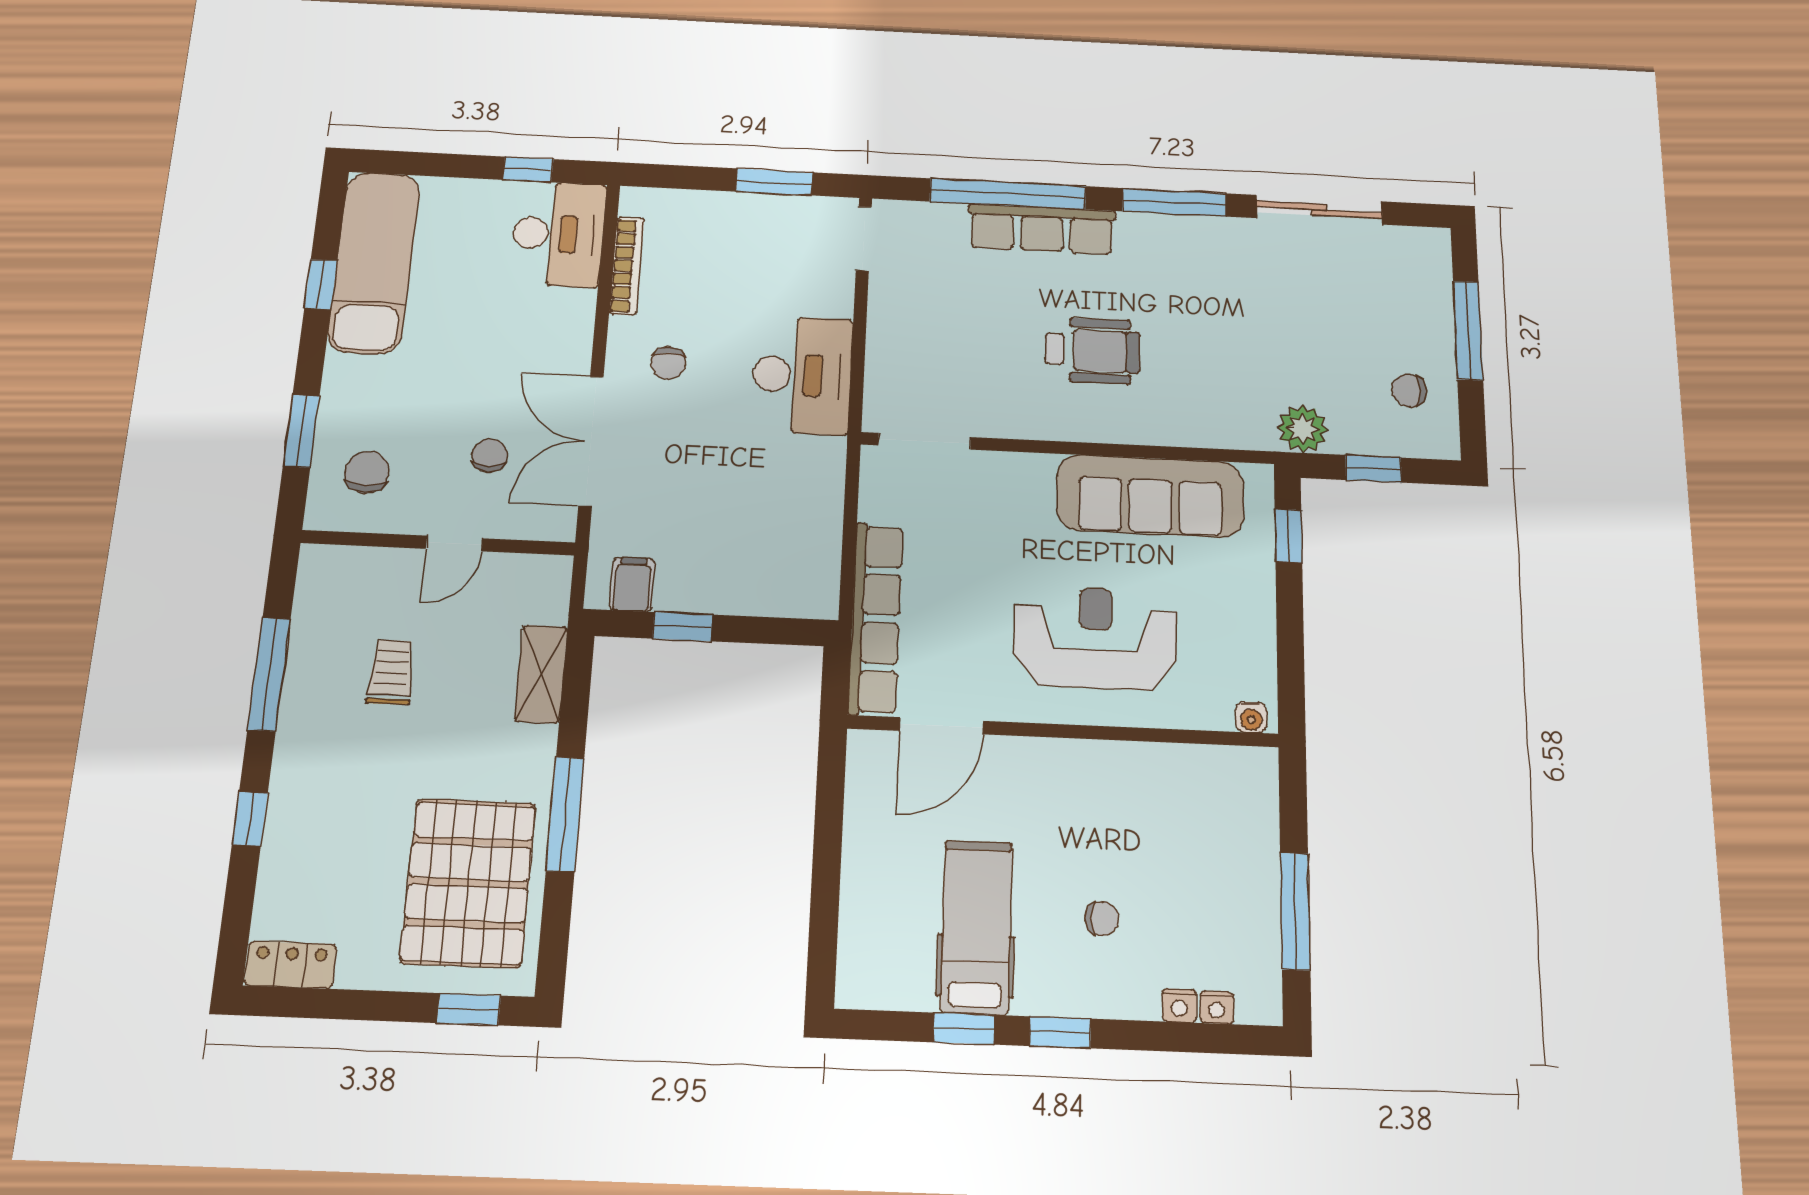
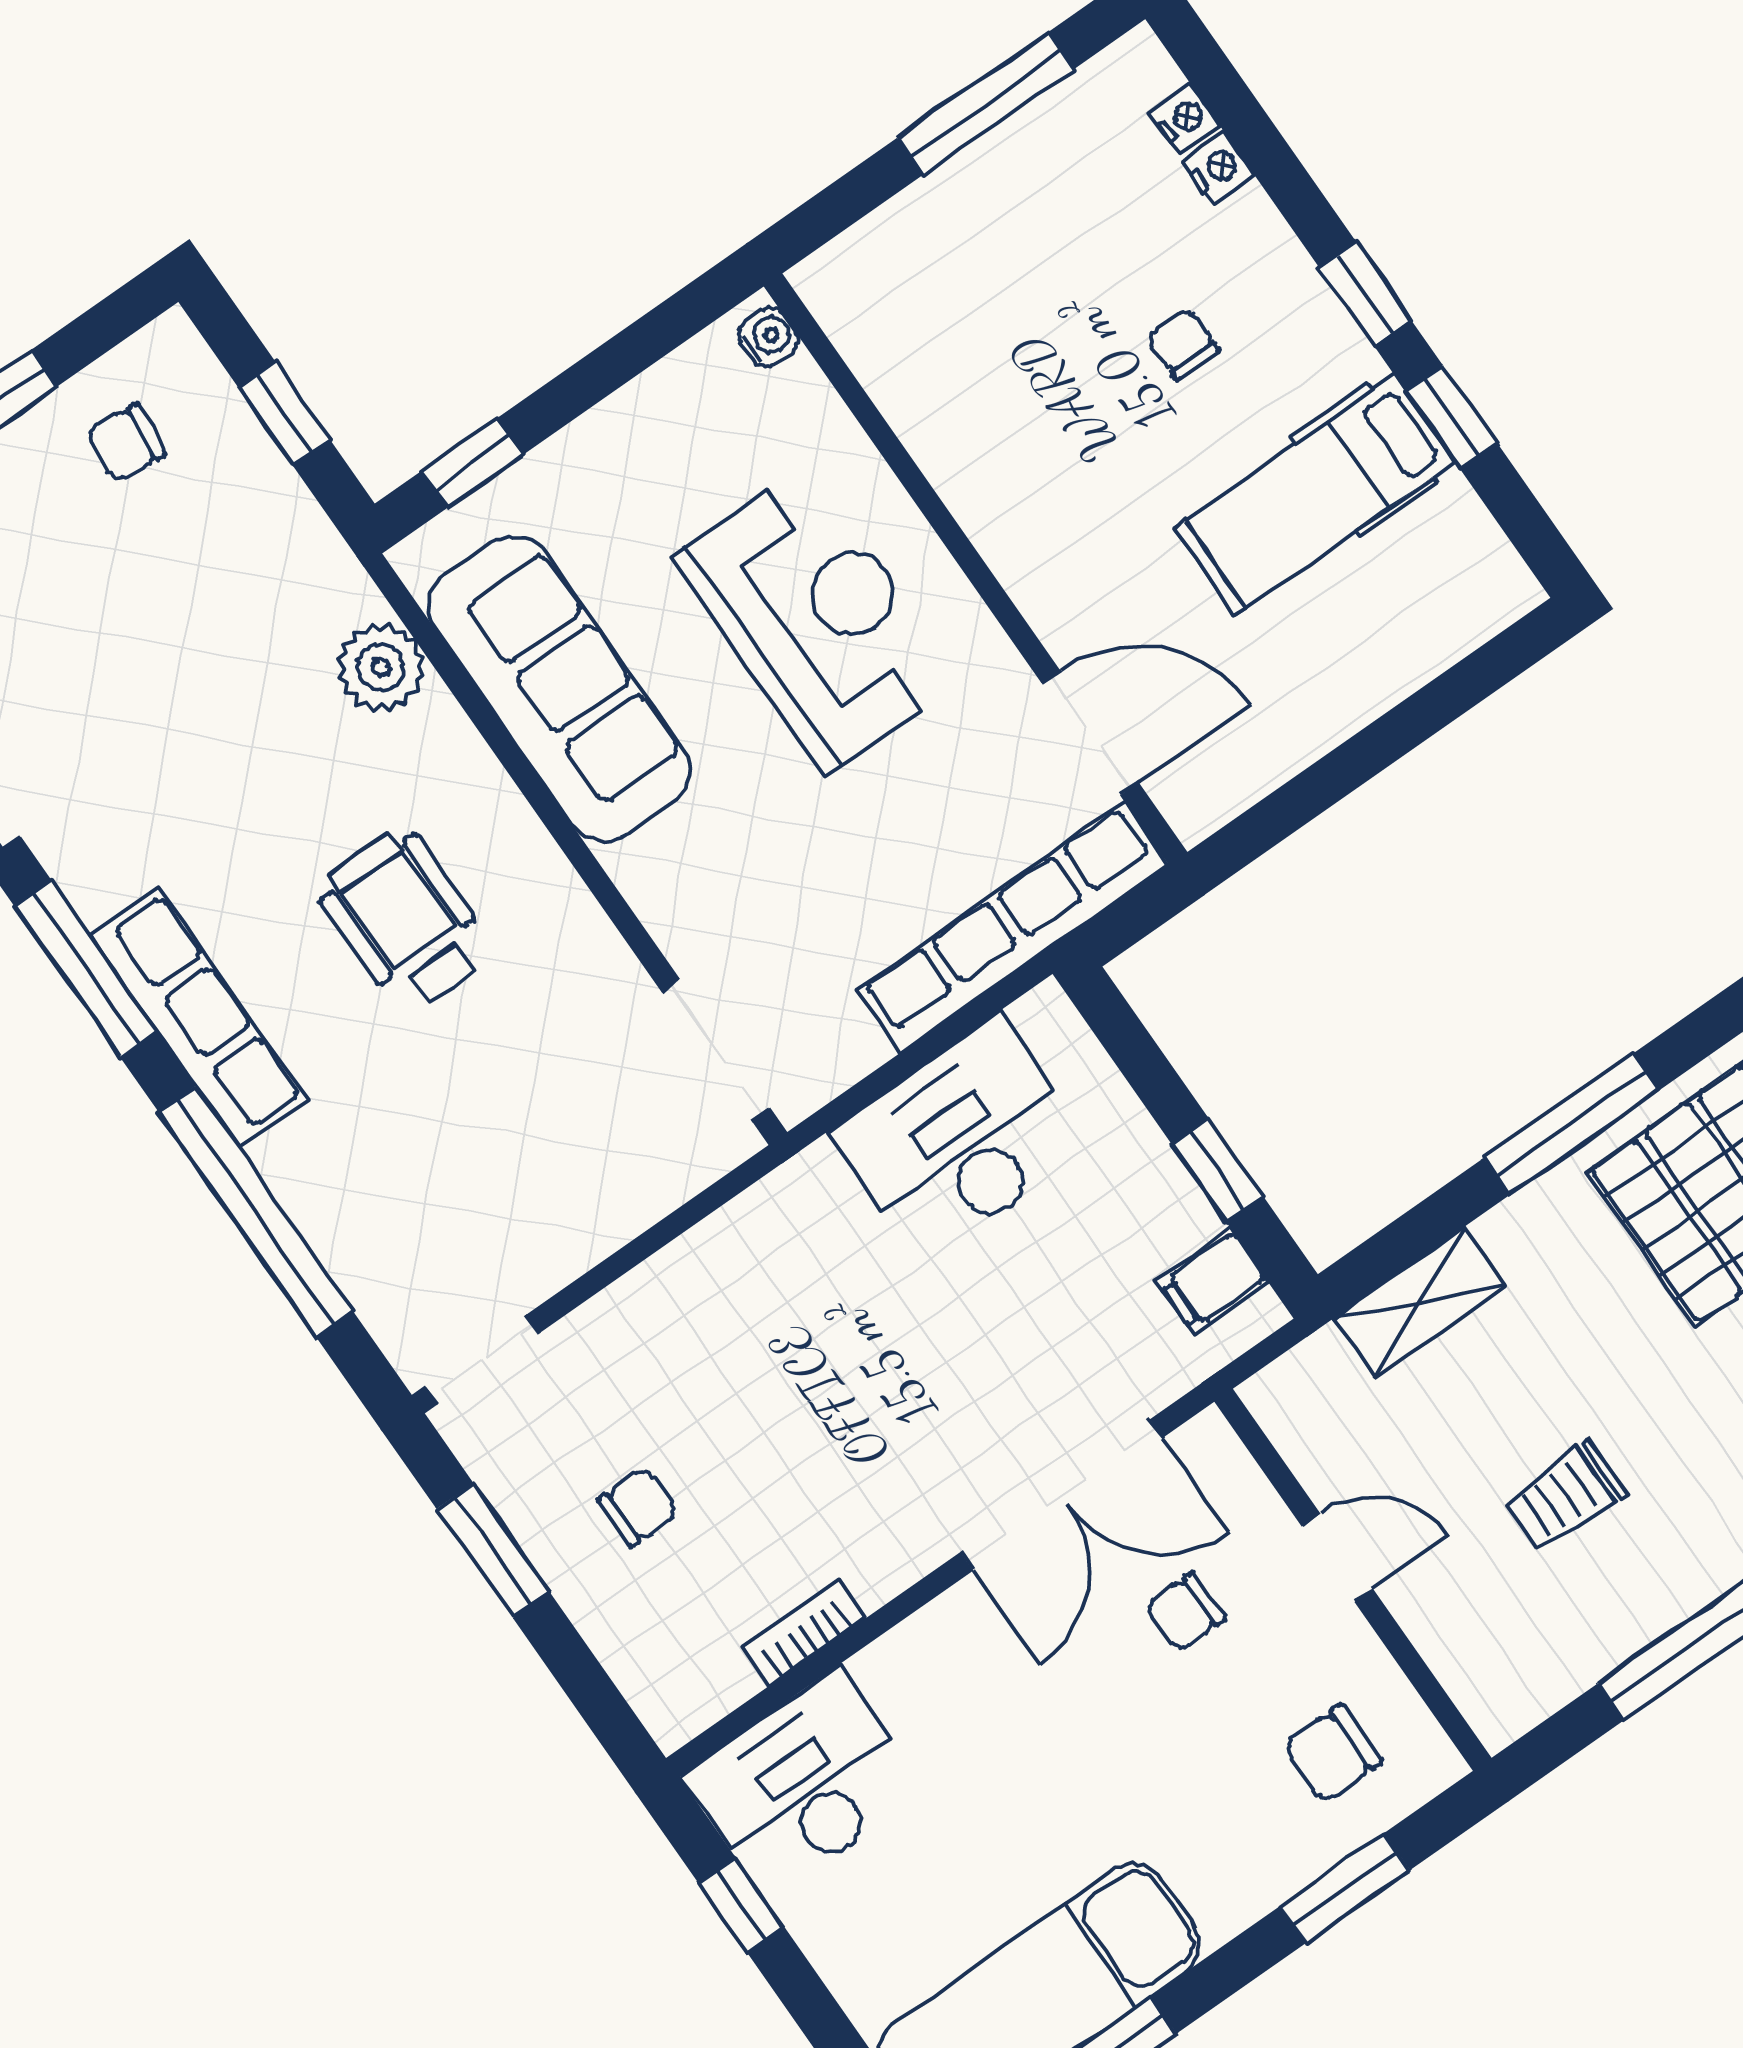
row of seats: (1042, 229) -> (199, 1018), moved
bookcase: (627, 266) -> (804, 1633), width x0.64
chair: (668, 363) -> (638, 1507), moved
desk: (802, 375) -> (961, 1140), moved
chair: (1409, 390) -> (126, 443), turned 96
plant: (1303, 429) -> (381, 667), moved
reception desk: (1096, 638) -> (816, 619), turned 180

